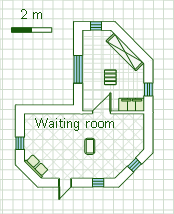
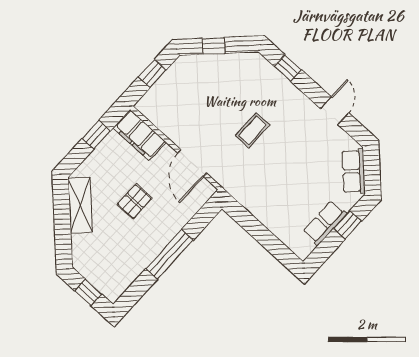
shelving: (125, 52) -> (80, 205), width x0.68
door: (102, 112) -> (192, 163), hinge flipped
window: (148, 133) -> (152, 73), added
row of seats: (29, 136) -> (325, 223), added
door: (65, 183) -> (335, 111), hinge flipped

